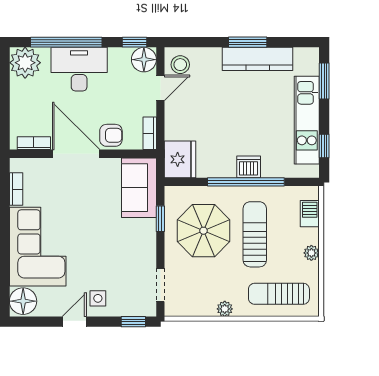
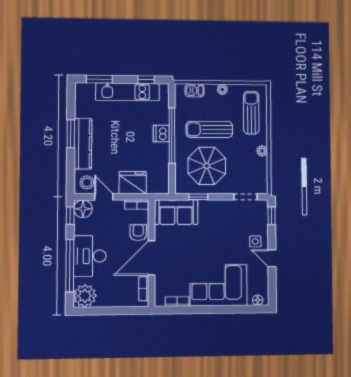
kitchen counter: (257, 59) -> (83, 144), moved
fridge: (180, 159) -> (133, 183), moved
sun lounger: (279, 294) -> (251, 113), turned 180
floor lamp: (23, 301) -> (258, 300), width x0.53, depth x0.53

